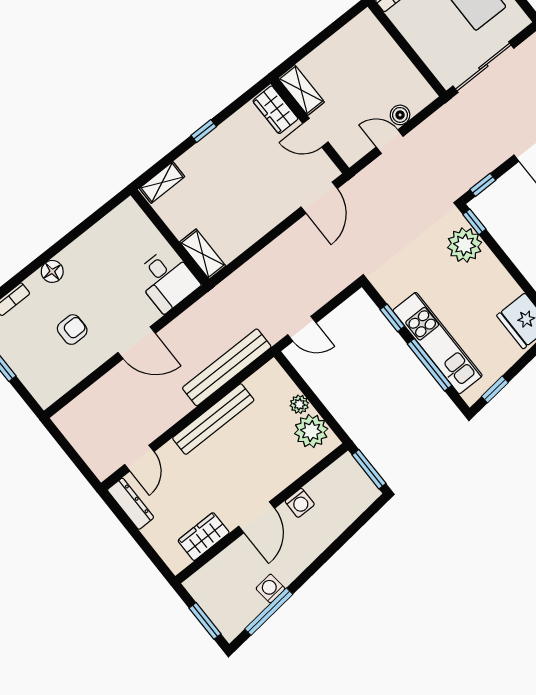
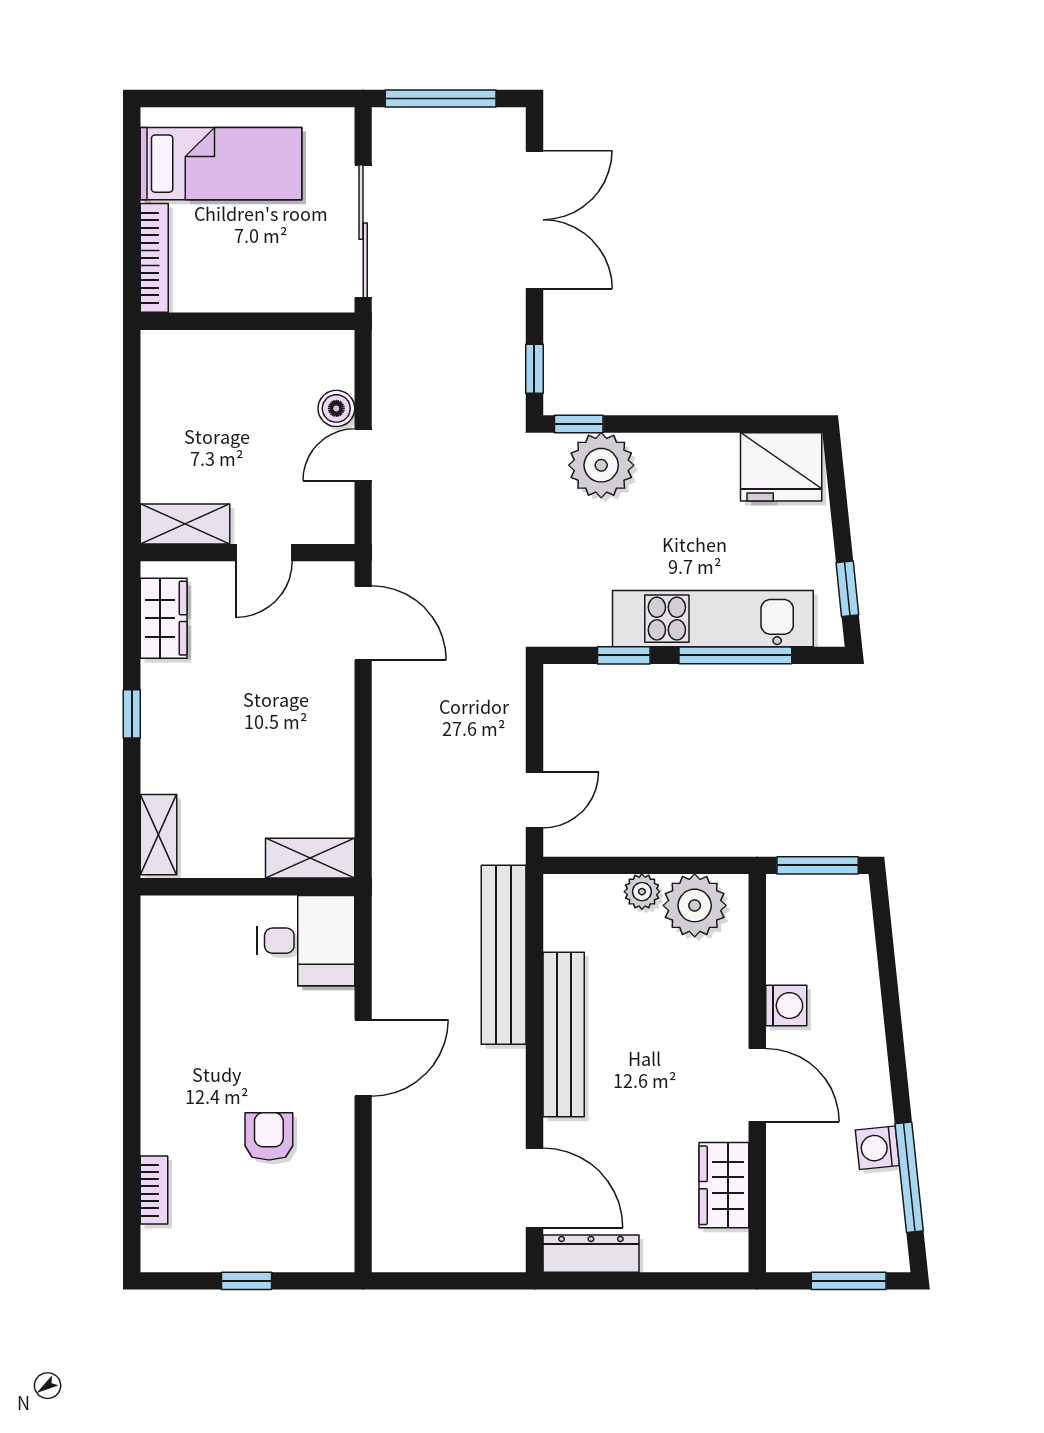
wardrobe: (275, 110) -> (164, 618), moved, turned -90
floor lamp: (52, 271) -> (161, 1098), removed
door: (139, 458) -> (534, 1188), width x1.38

